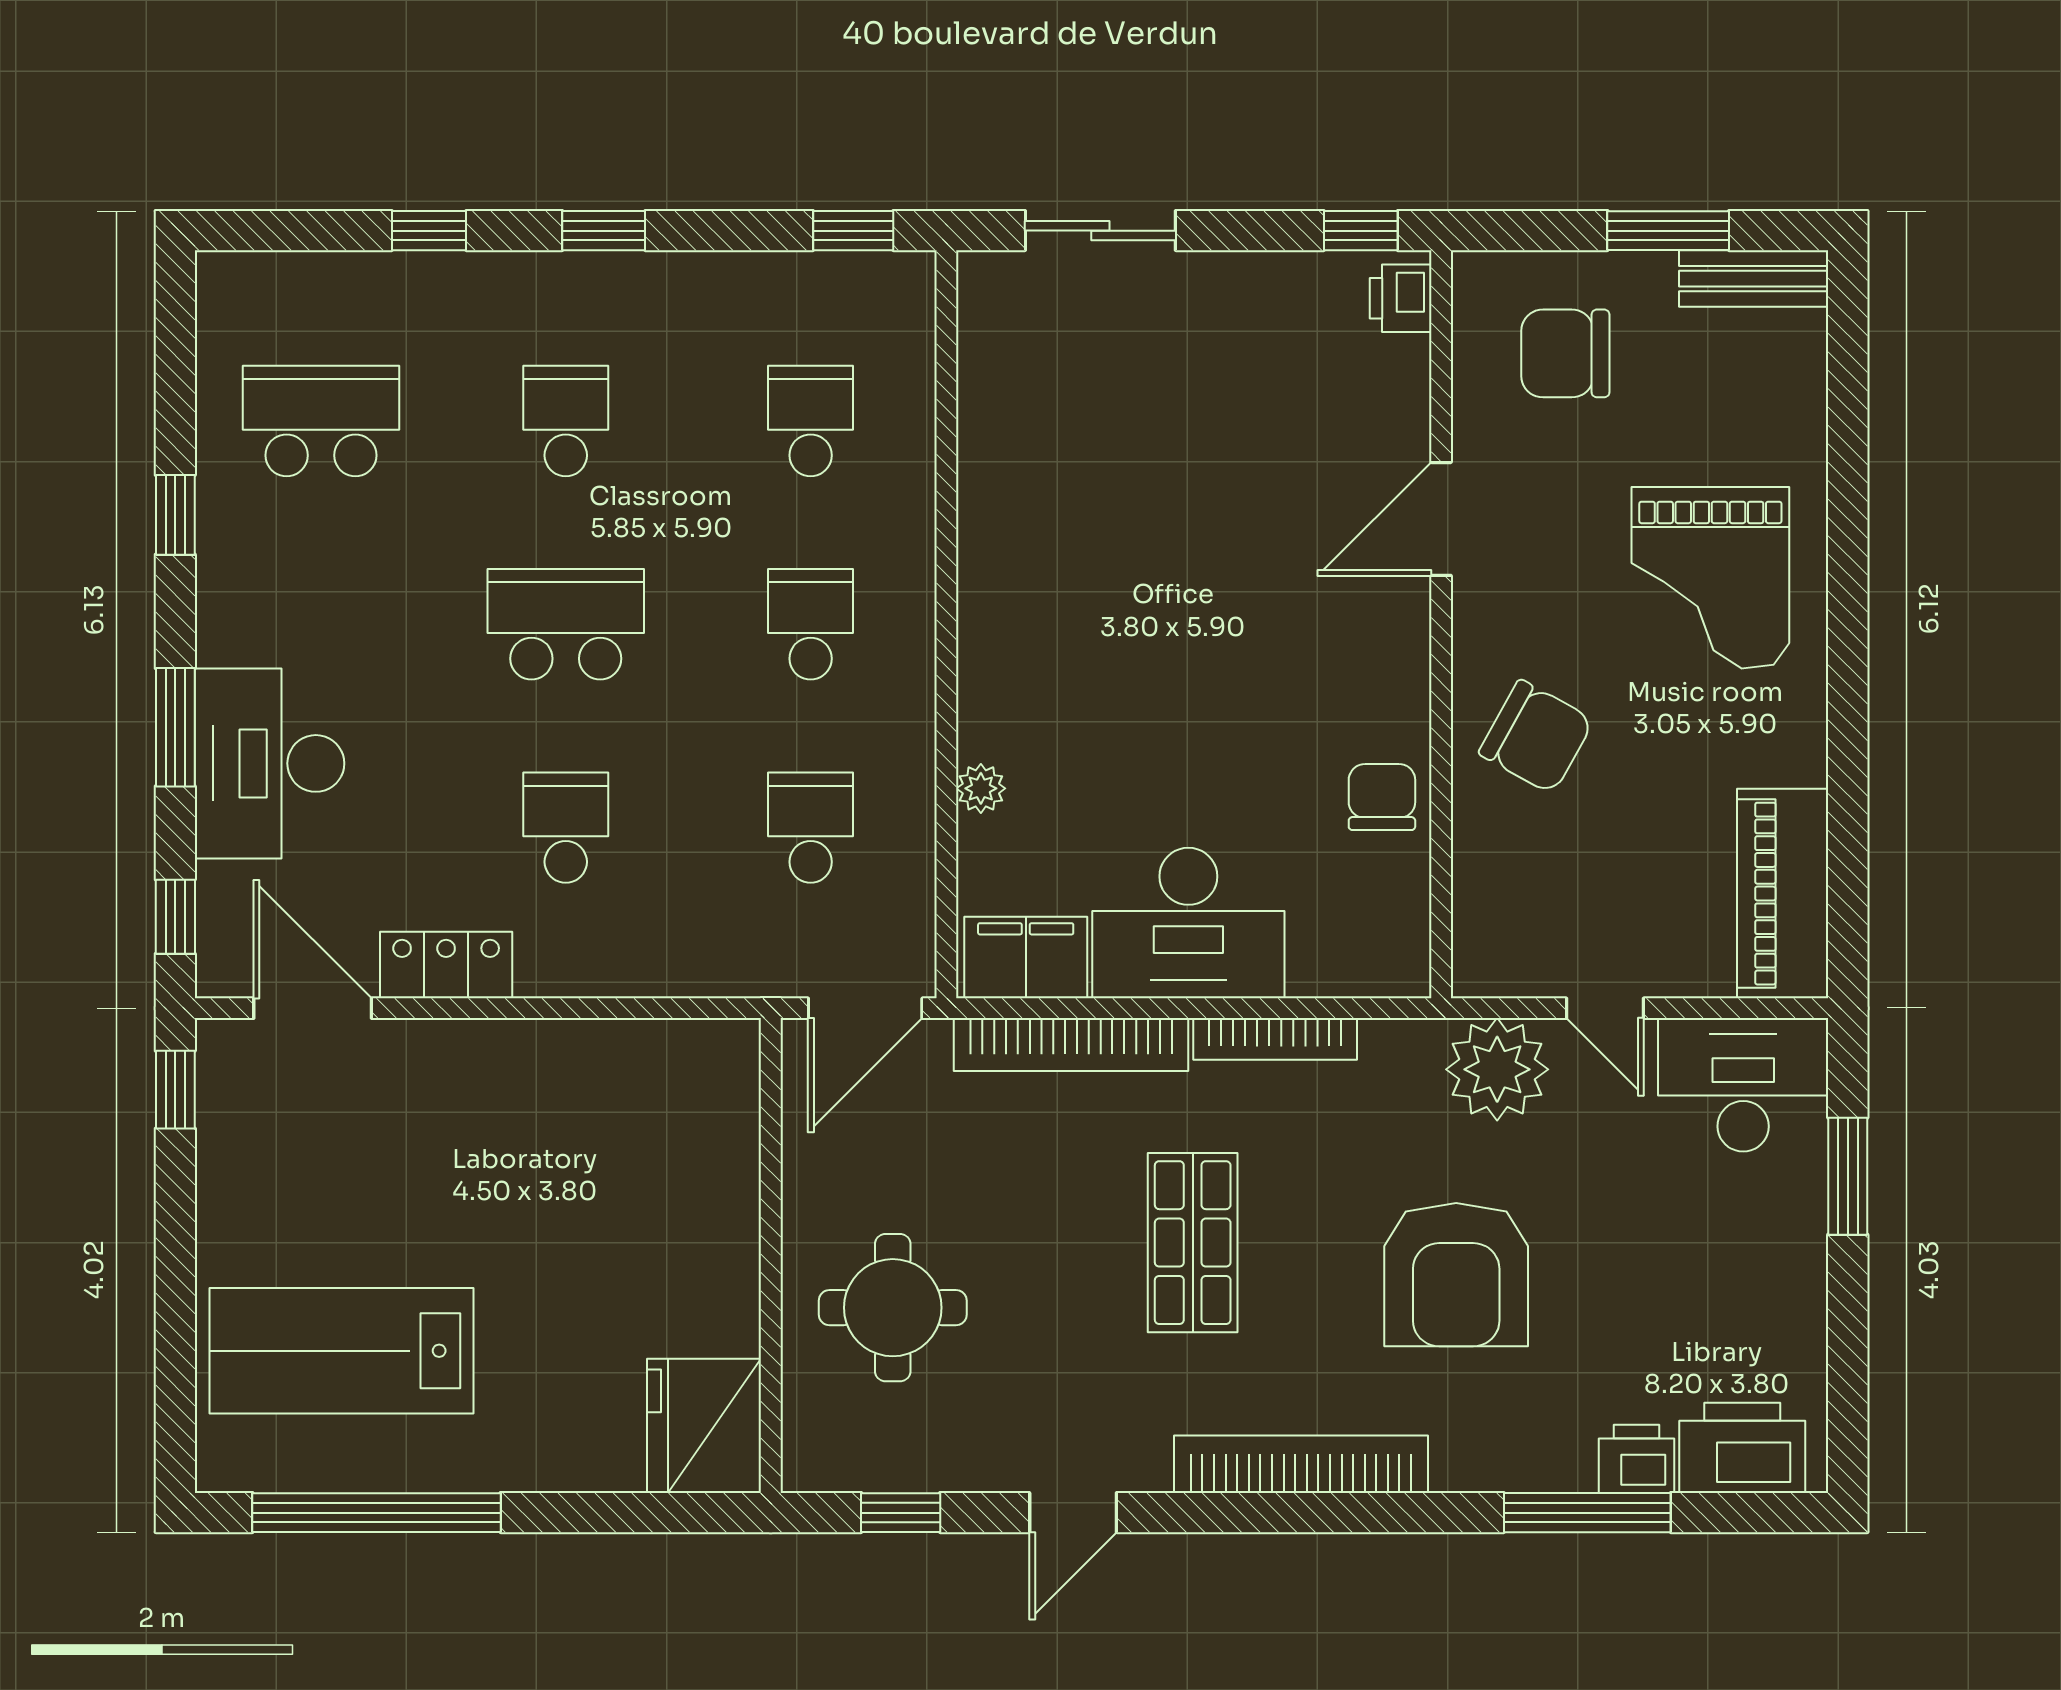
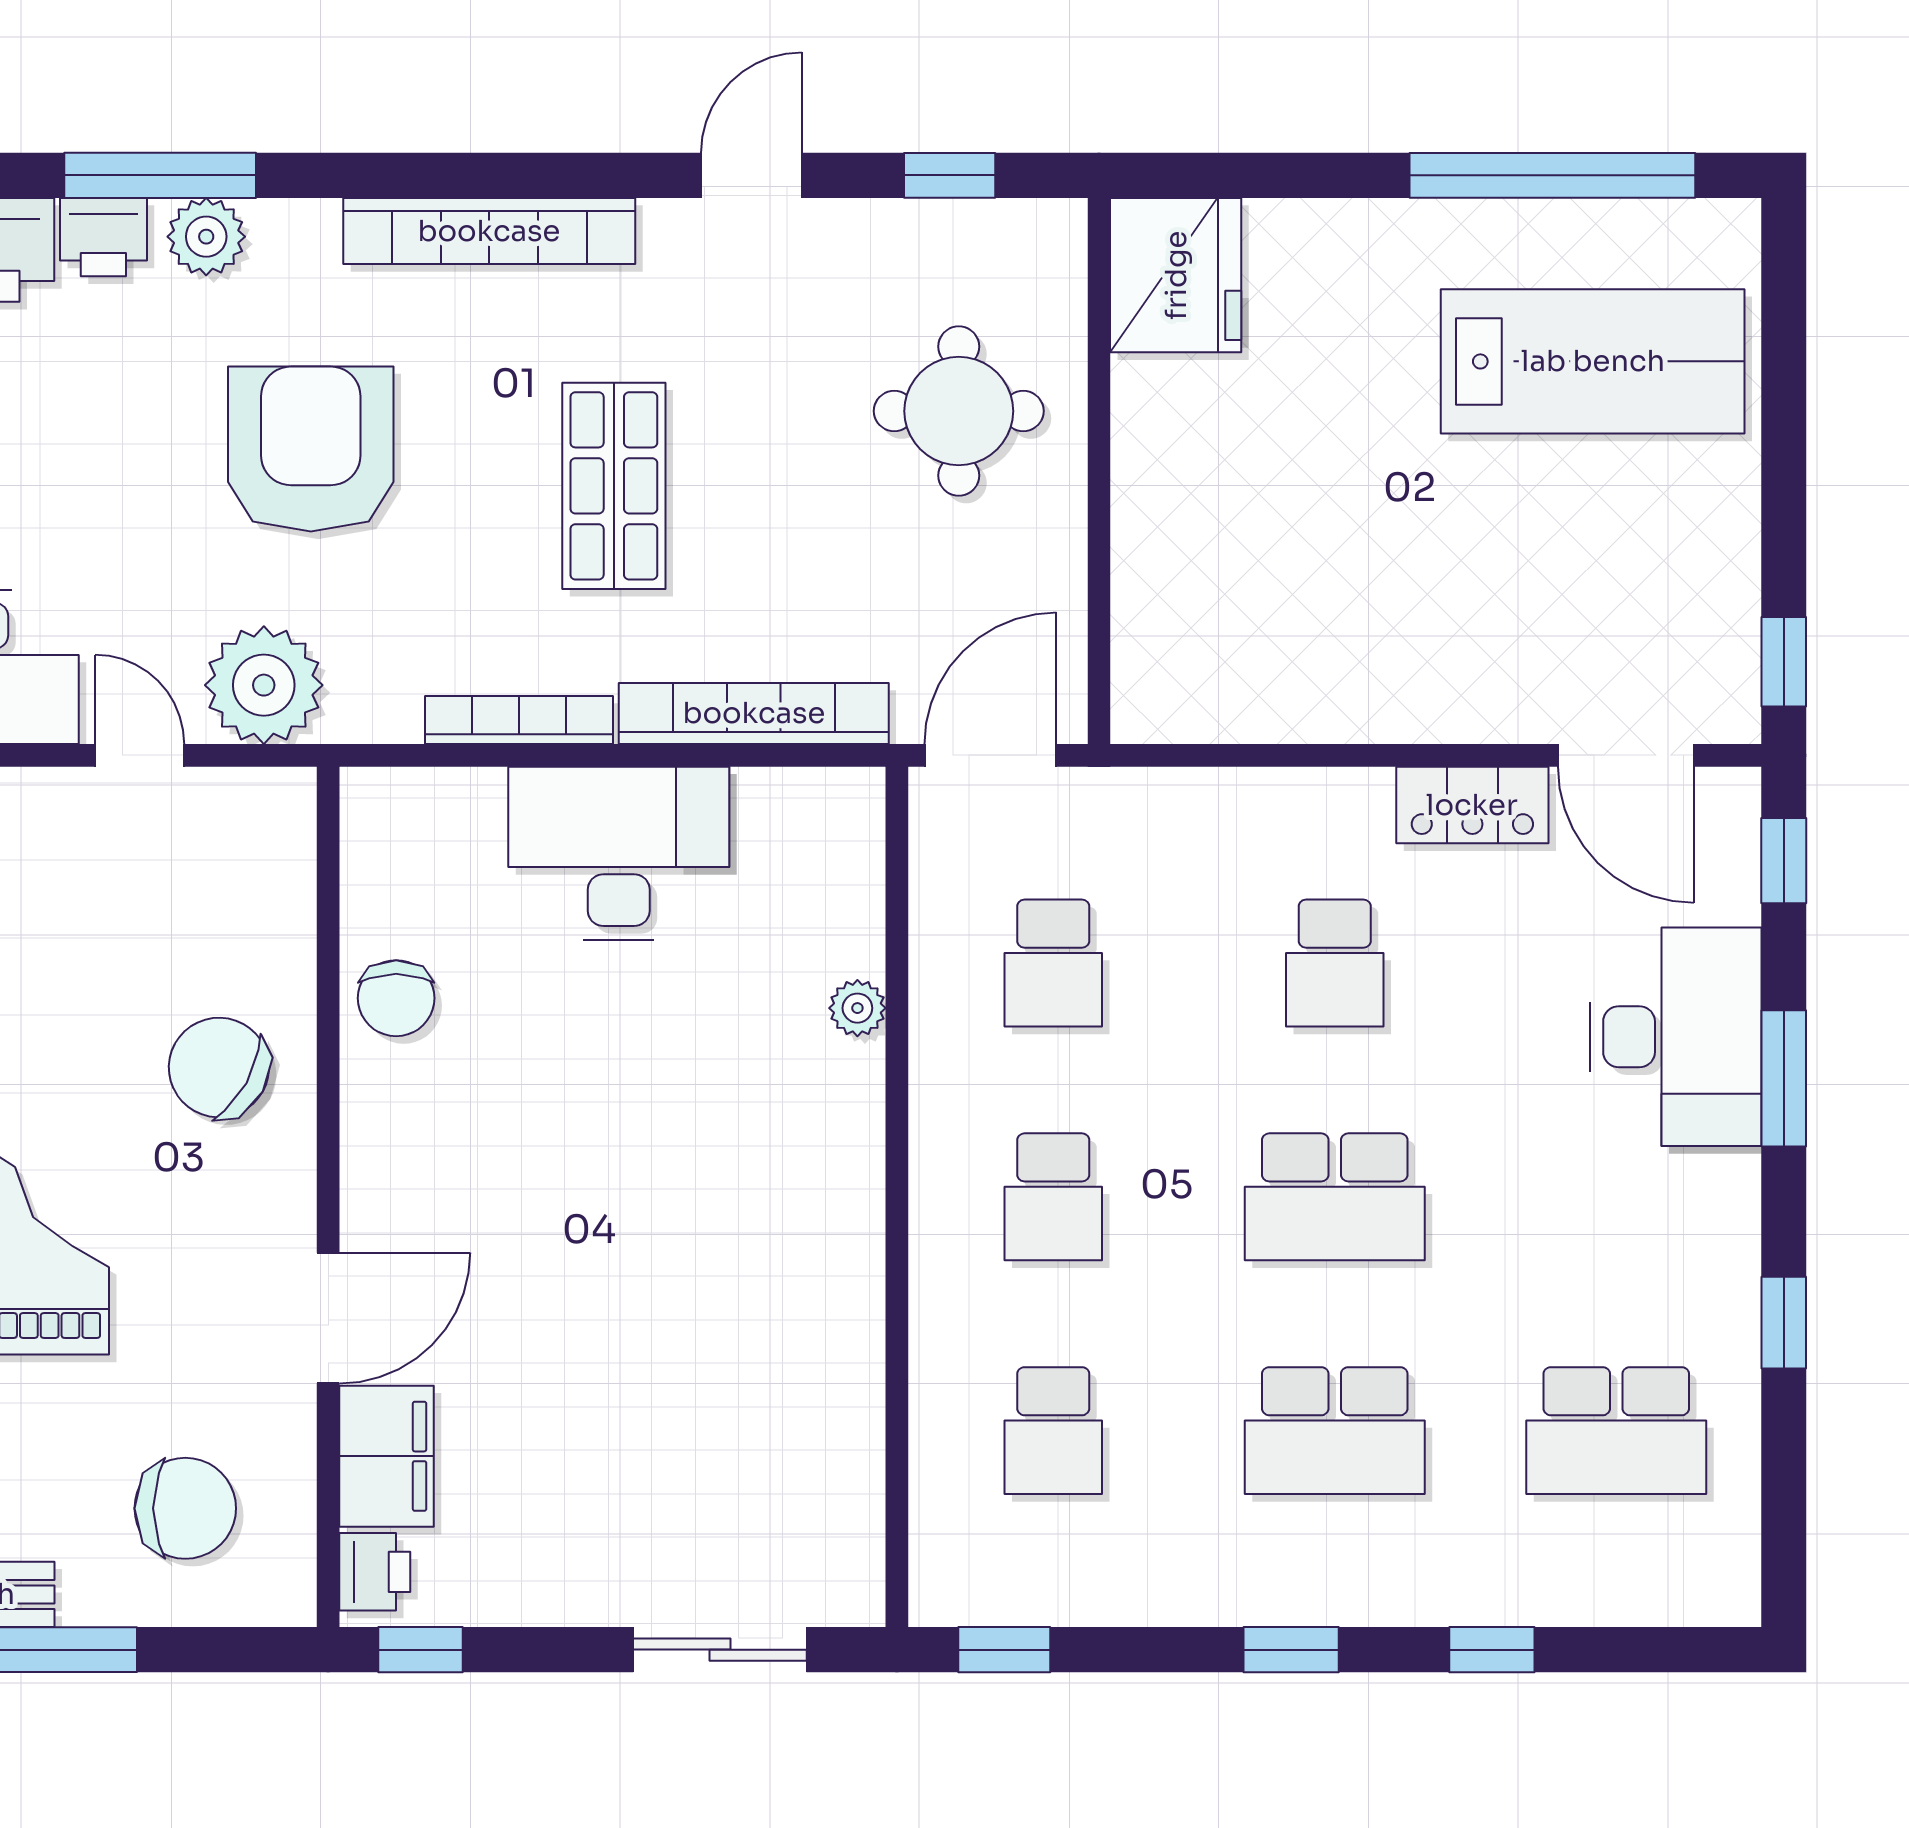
school desk: (566, 421) -> (1335, 1431), width x1.85
filing cabinet: (1026, 958) -> (387, 1456), moved, turned -90
plant: (1547, 1459) -> (206, 237), added

